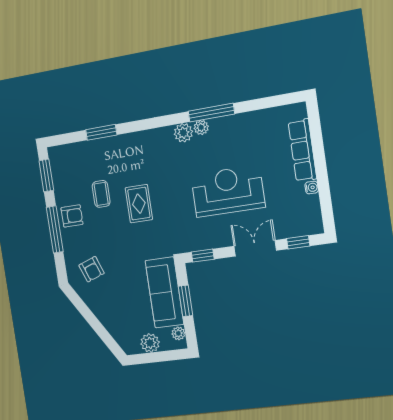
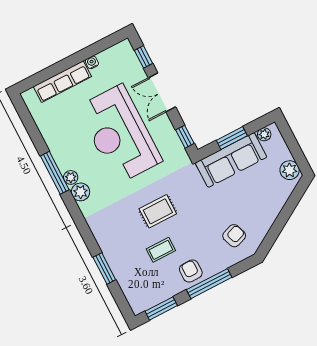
reception desk: (228, 191) -> (119, 134), width x1.36, depth x1.30
plant: (150, 343) -> (290, 170), moved

